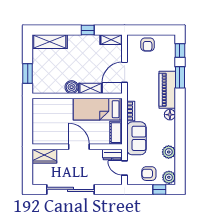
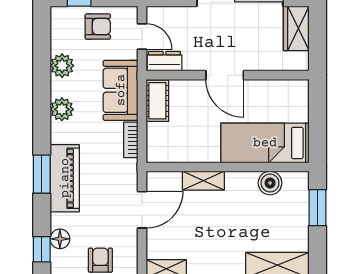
window: (180, 77) -> (42, 174), moved
boiler: (72, 87) -> (270, 183), moved
bed: (98, 109) -> (265, 143), moved, turned 180
floor lamp: (170, 115) -> (60, 239), moved
wardrobe: (44, 156) -> (296, 28), moved, turned -90
plant: (169, 177) -> (62, 109), moved

